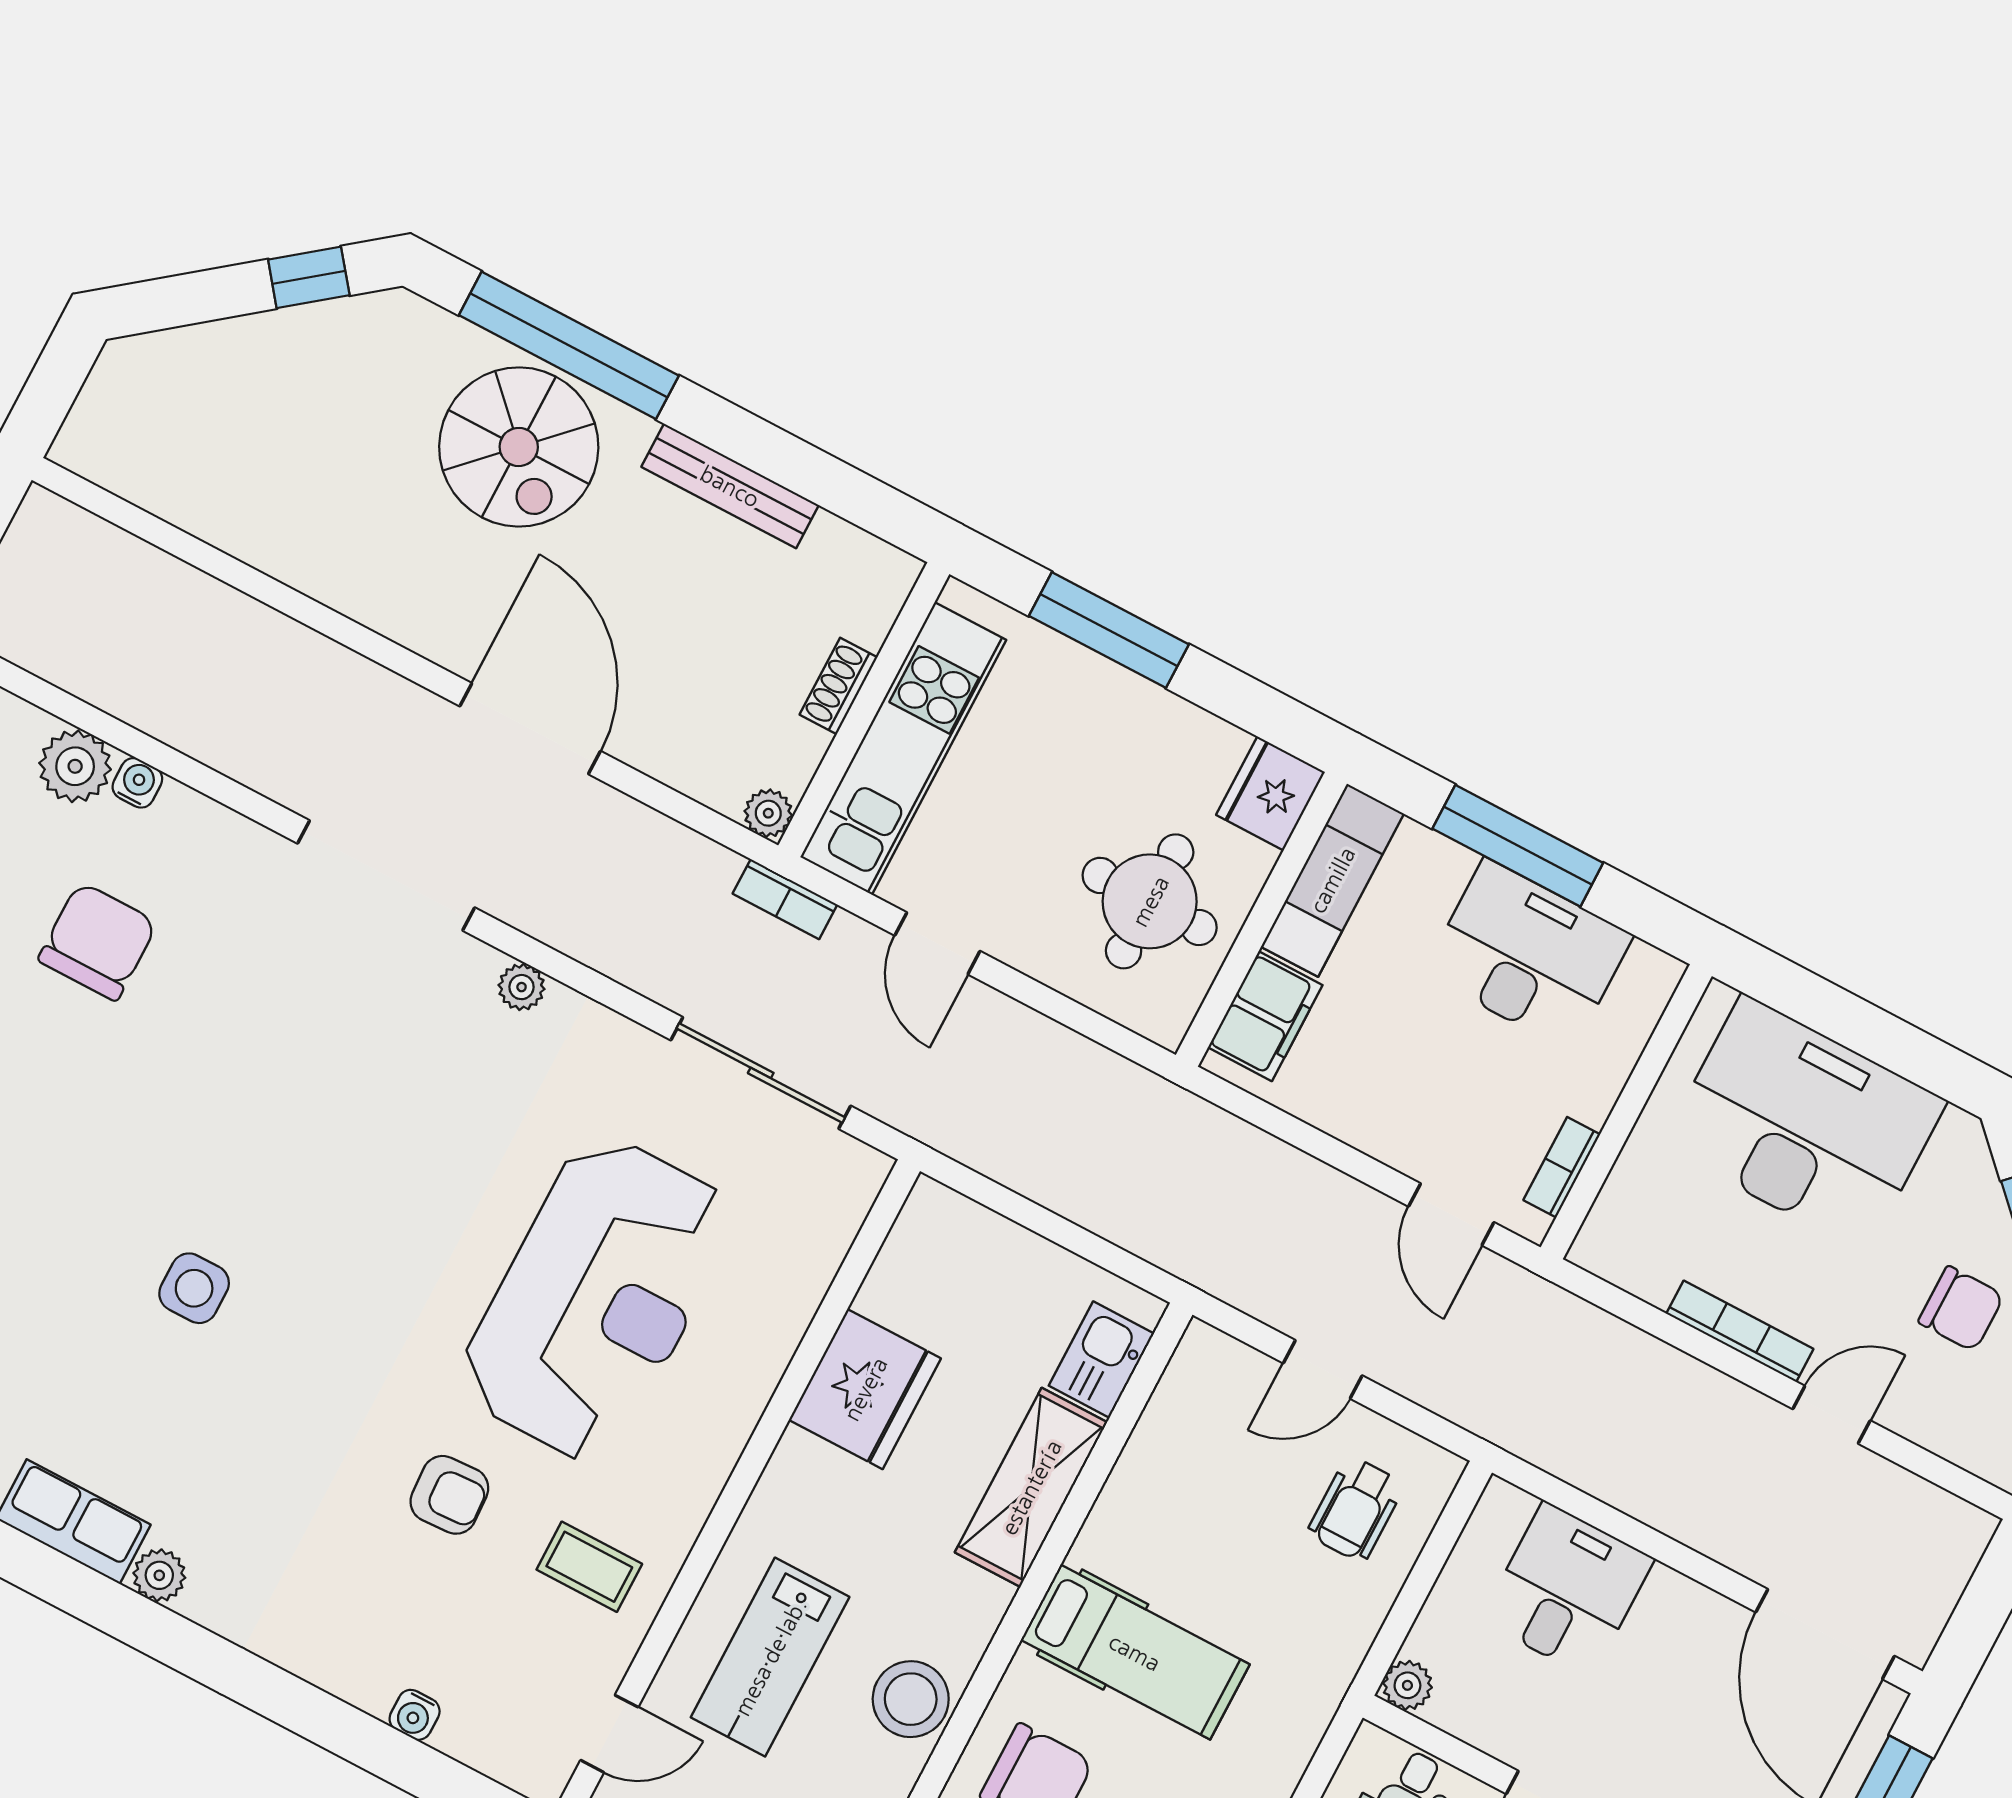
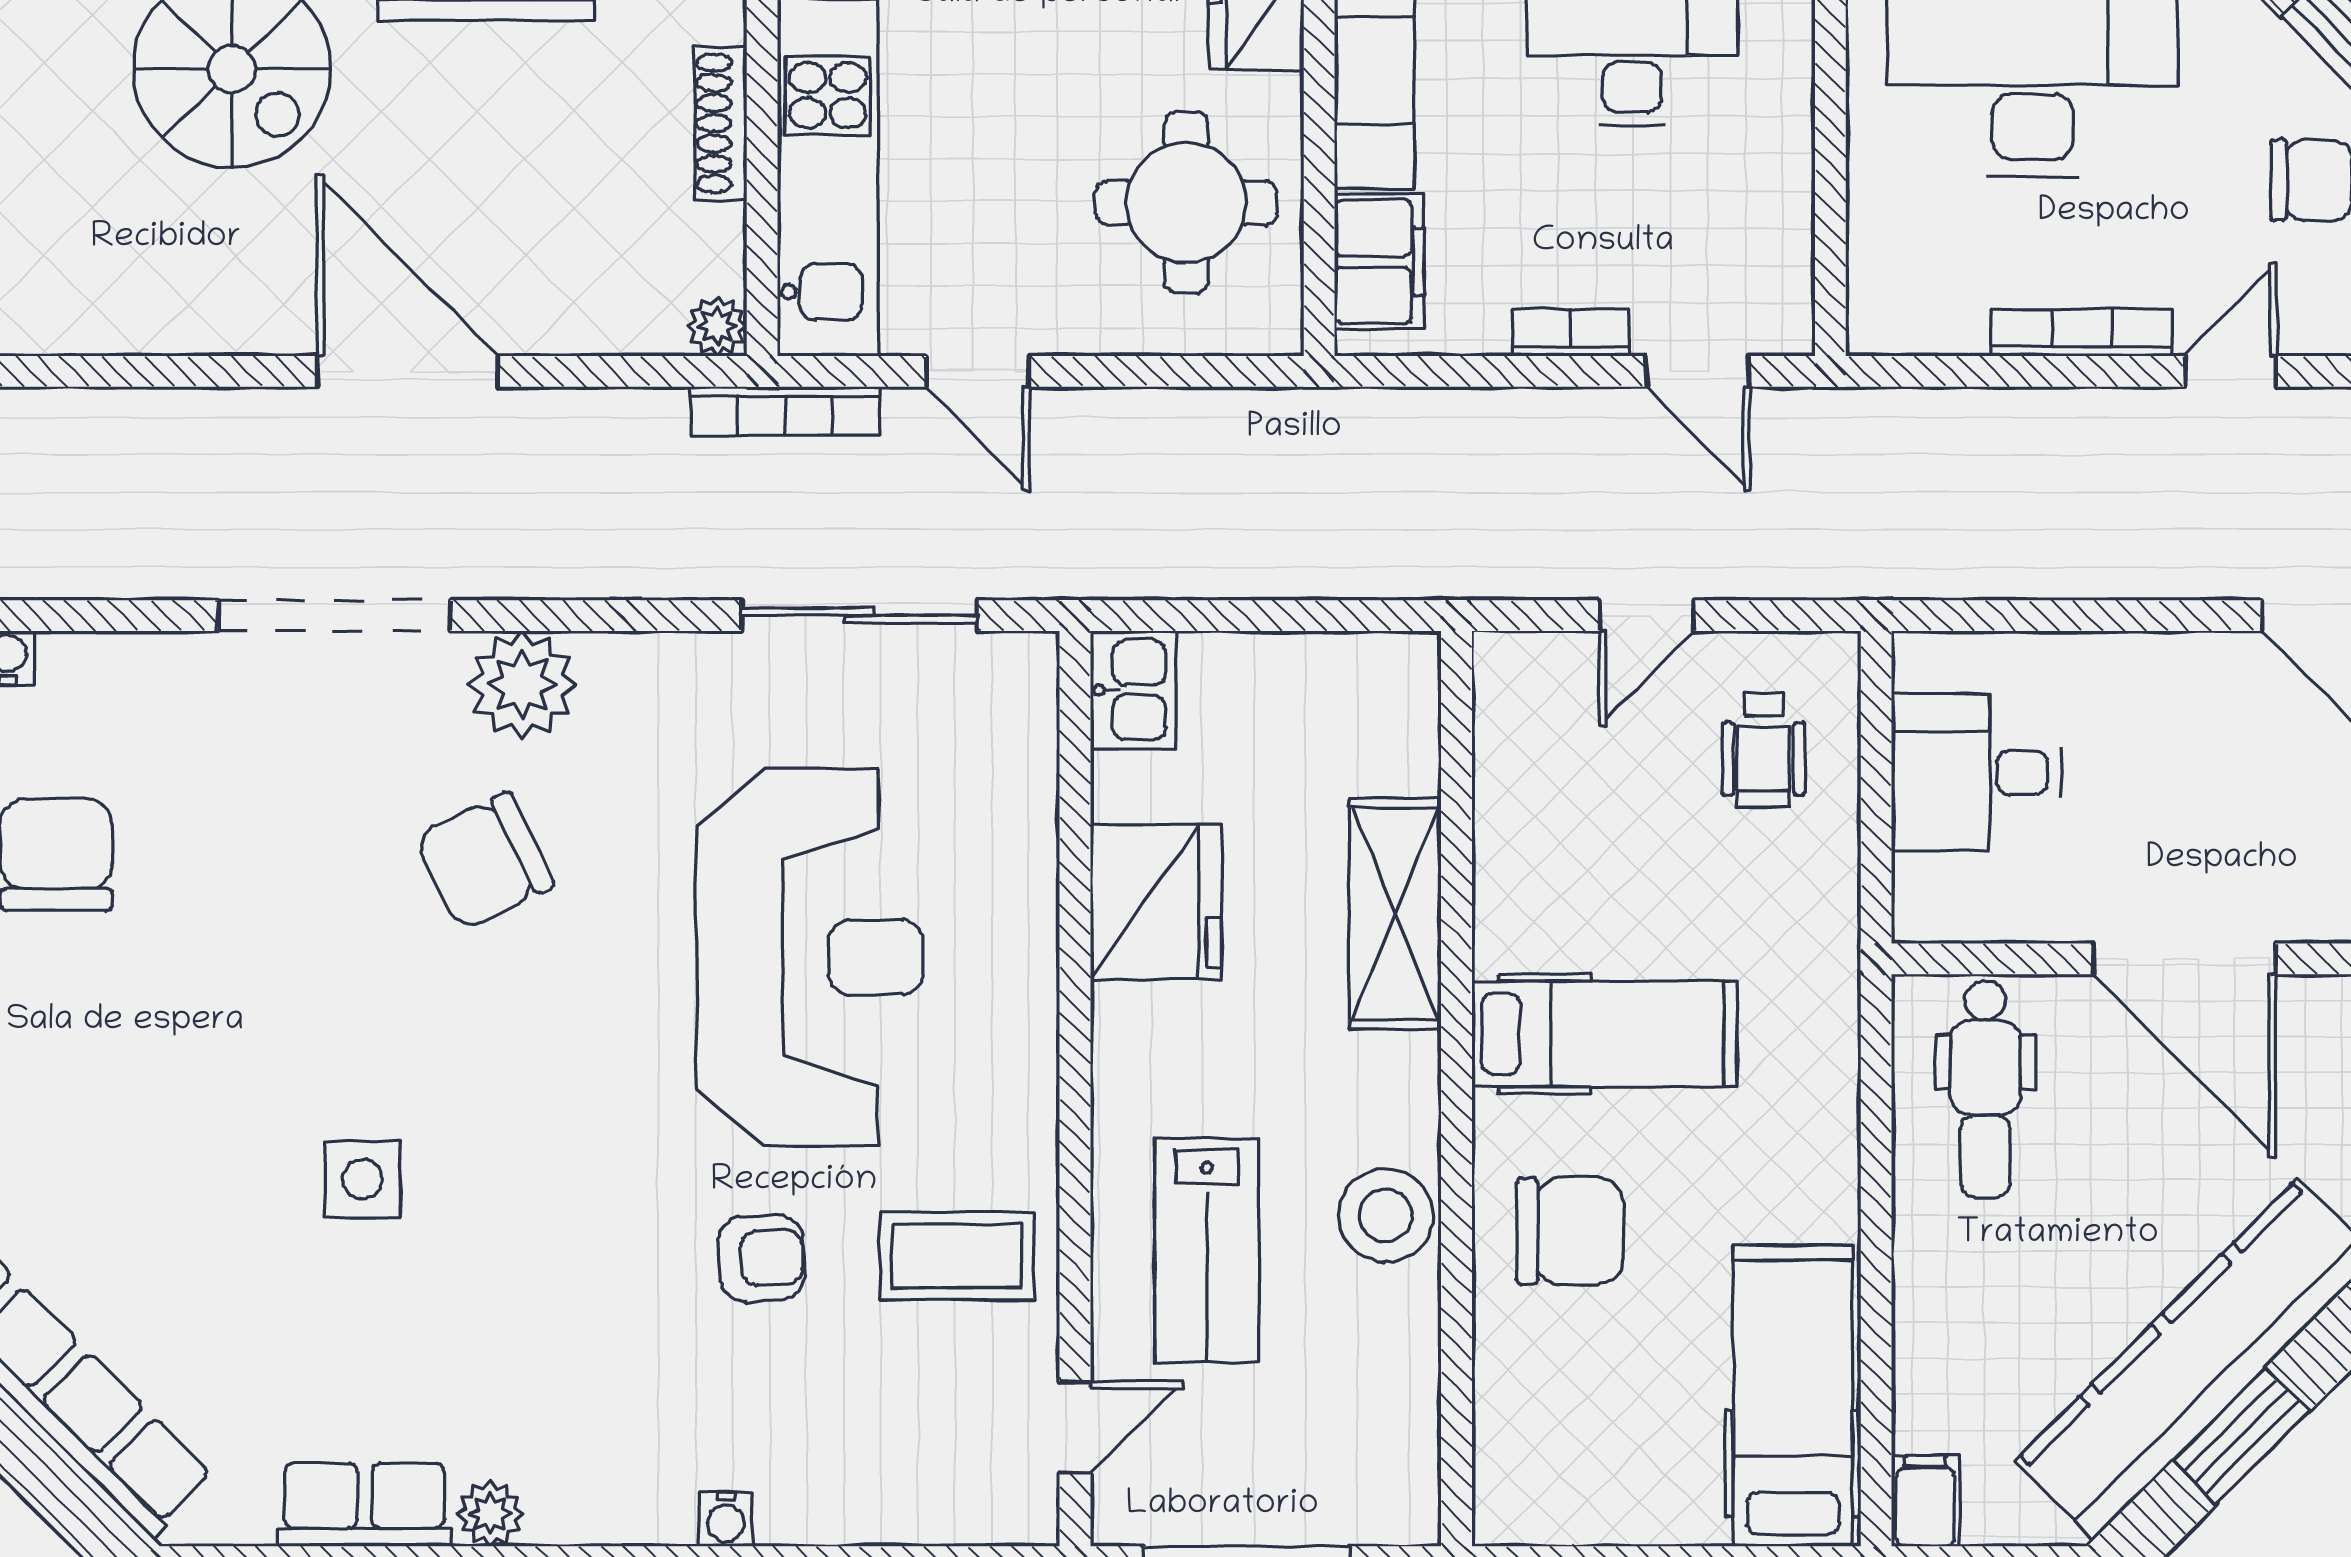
shoe rack: (838, 686) -> (721, 123), width x1.43
bookcase: (785, 899) -> (785, 411), width x1.56
plant: (522, 987) -> (522, 685), width x1.88, depth x1.88
chair: (401, 1107) -> (484, 861), added
bookcase: (1562, 1167) -> (1571, 333), moved, turned 90
kitchen sink: (1101, 1360) -> (1133, 690), moved, turned 180
coffee table: (589, 1567) -> (957, 1256), width x1.36, depth x1.30
desk: (1567, 1590) -> (1976, 773), moved, turned -90
plant: (1407, 1685) -> (1922, 913), removed
water cooler: (415, 1715) -> (726, 1519), moved

